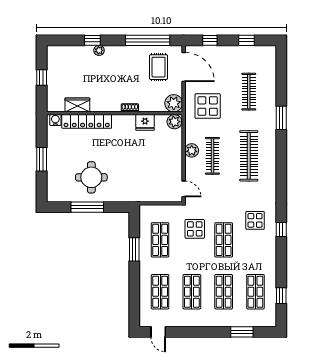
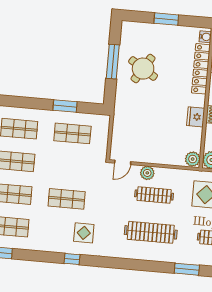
fridge: (145, 122) -> (196, 117), moved
plant: (192, 150) -> (147, 173), moved
round table: (91, 177) -> (143, 69), turned 32
display table: (195, 229) -> (81, 170), removed

